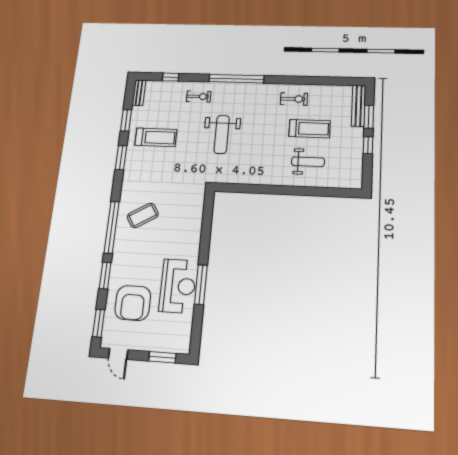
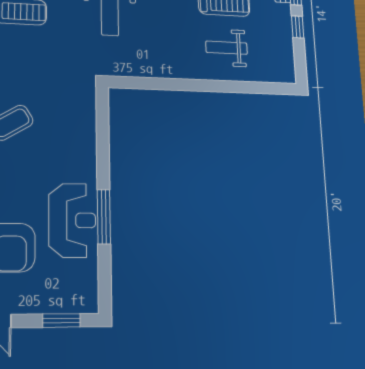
weight bench: (308, 162) -> (227, 48), turned 180

